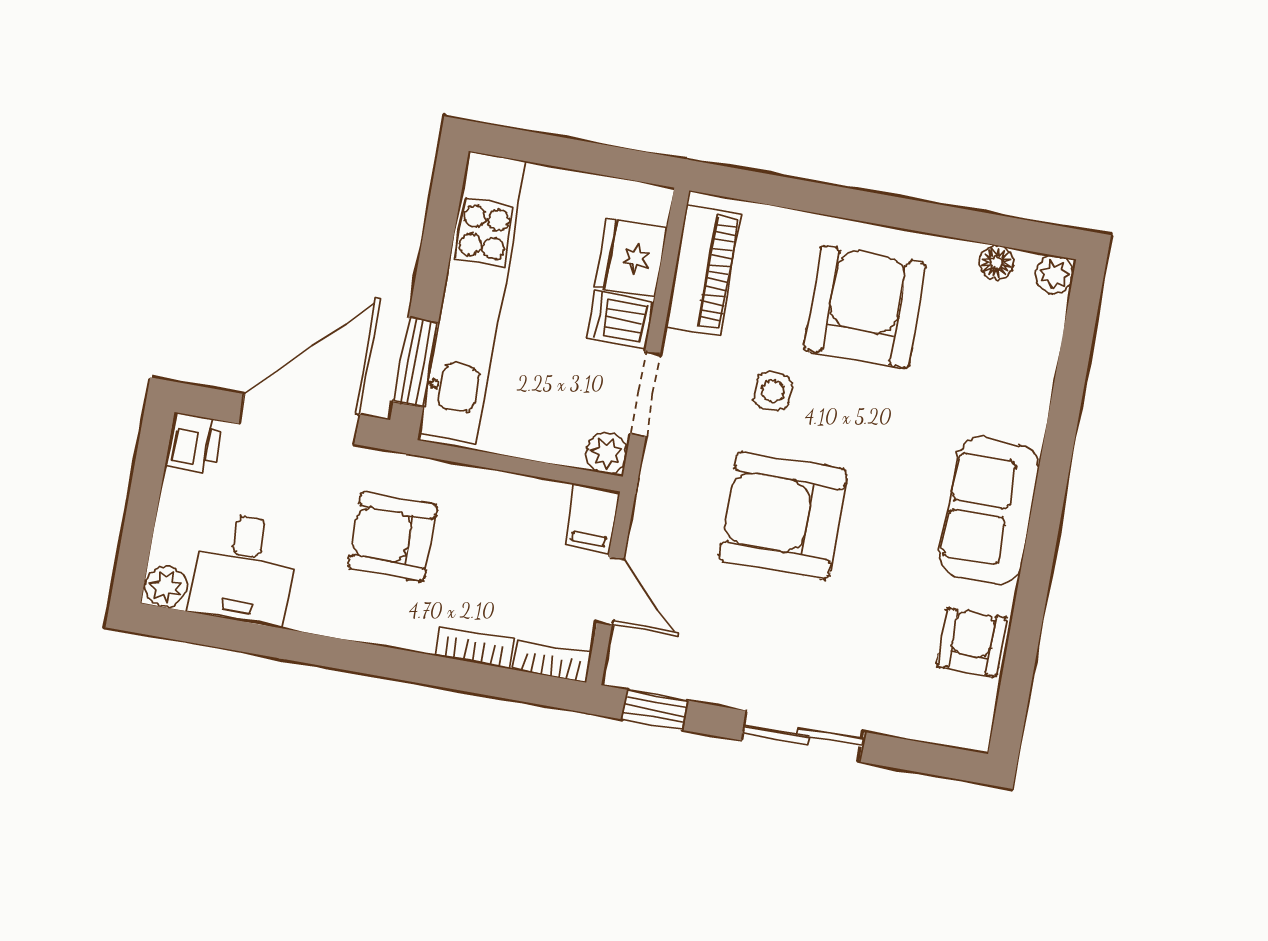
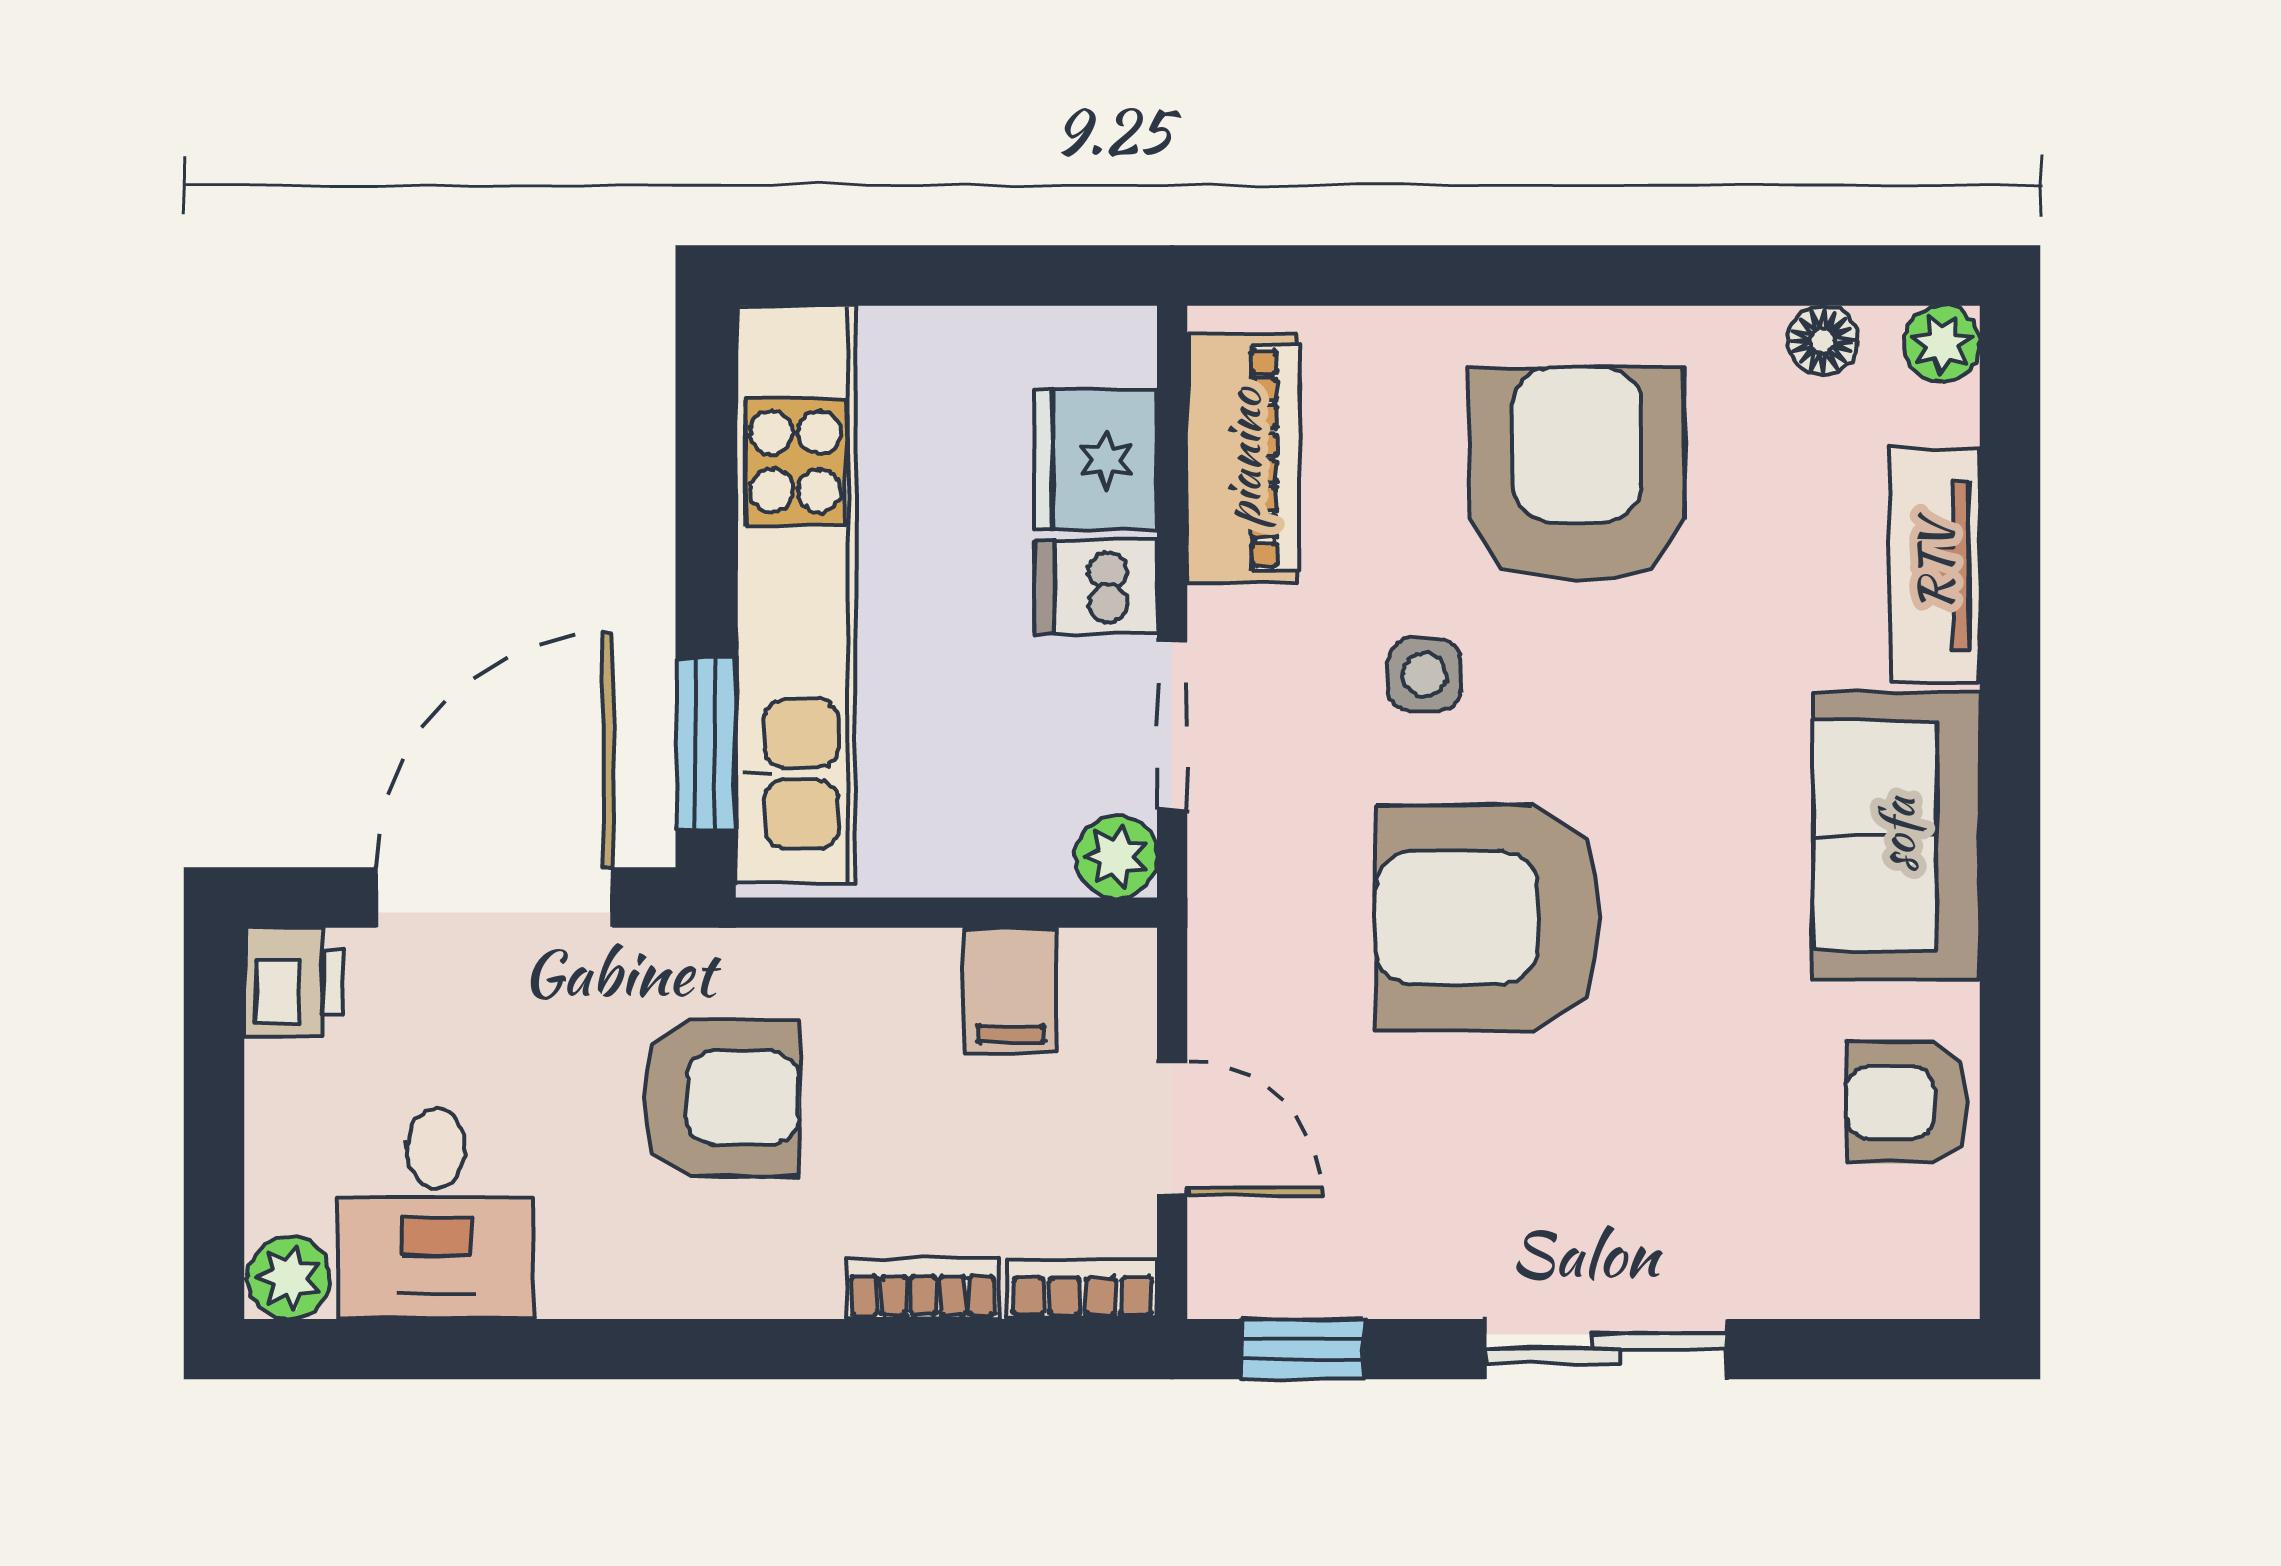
tv unit: (1032, 382) -> (1935, 566), added
filing cabinet: (592, 518) -> (1010, 990), moved
armchair: (392, 537) -> (721, 1098), turned 180
armchair: (972, 642) -> (1908, 1103), turned -90

